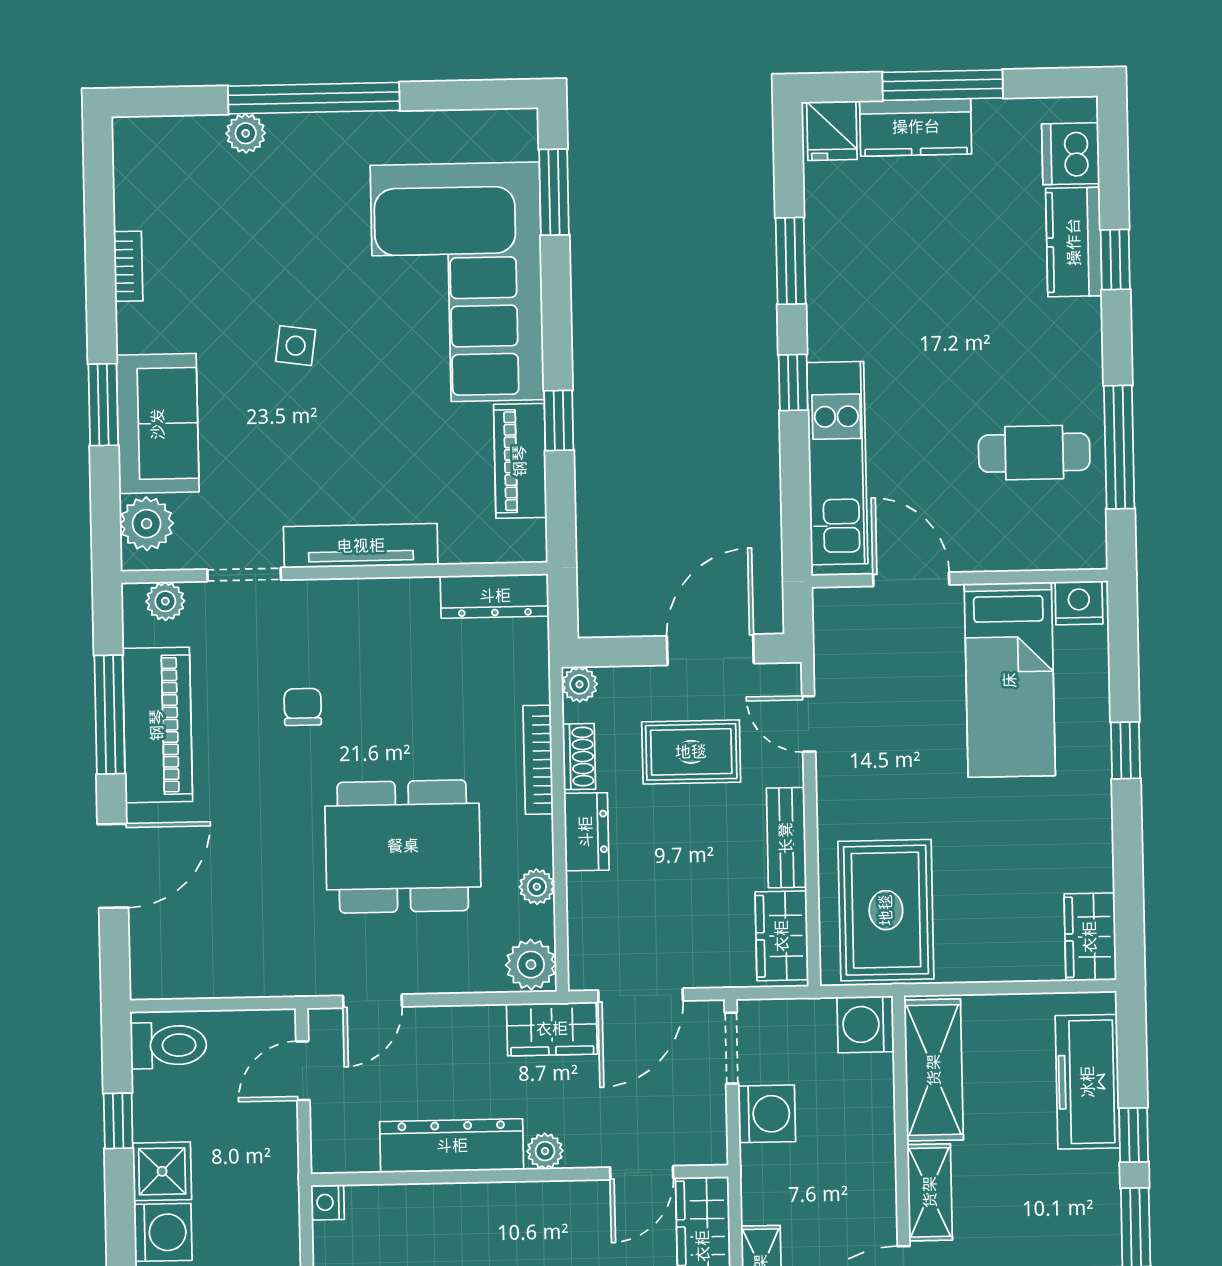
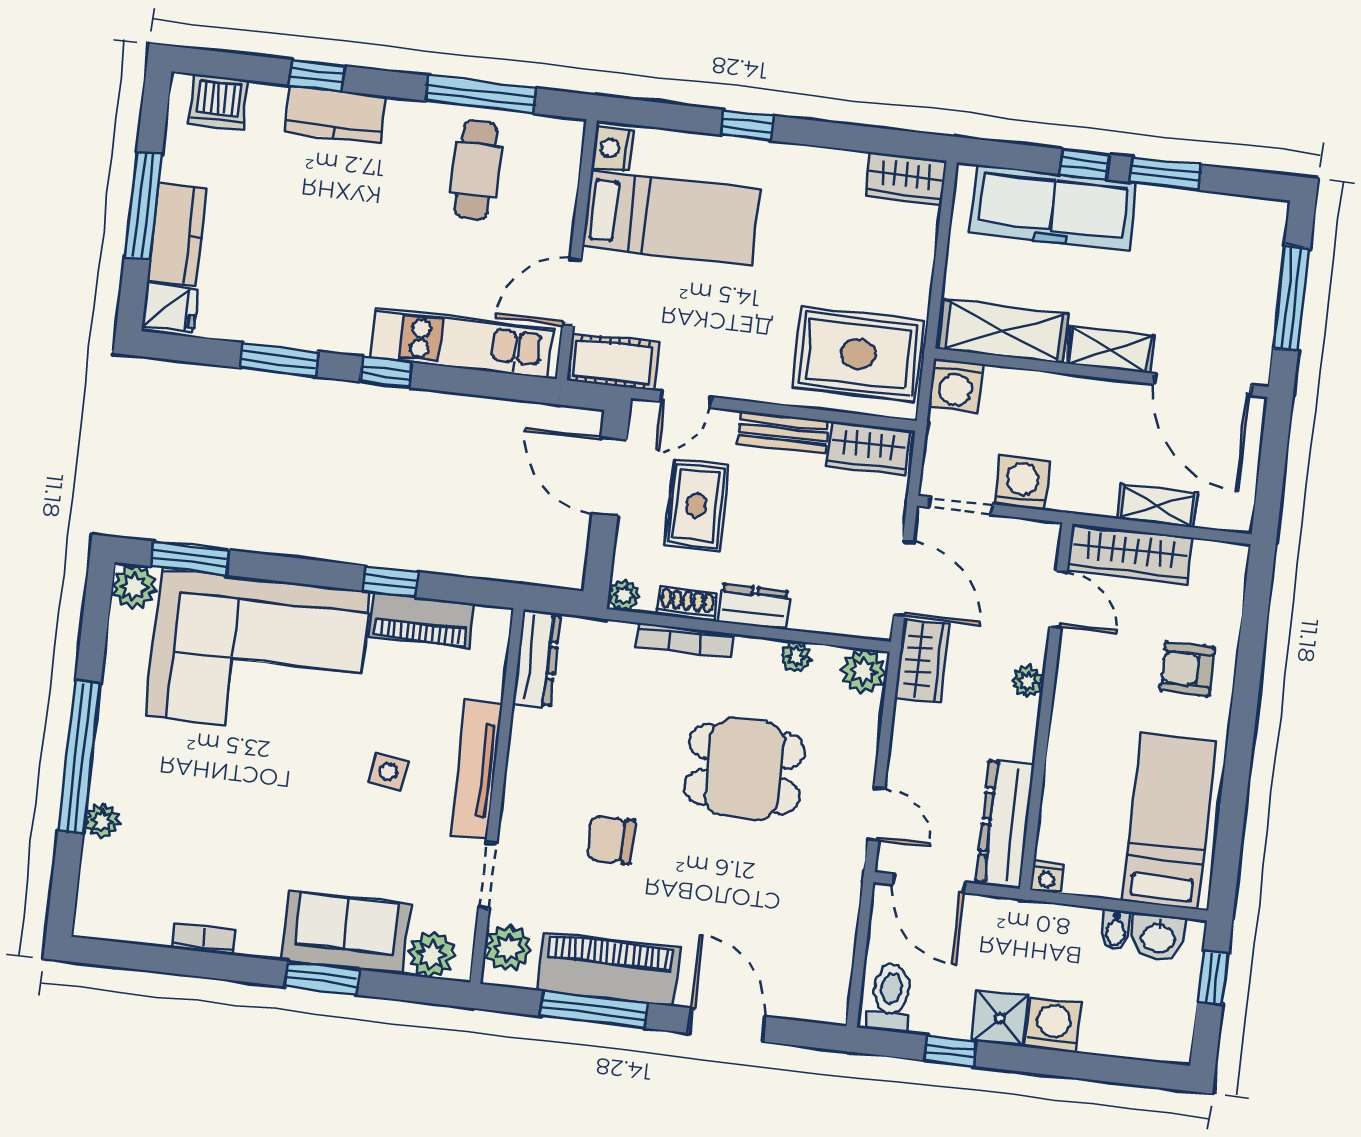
plant: (514, 133) -> (134, 587), added
kitchen counter: (1074, 242) -> (336, 114), moved
side table: (296, 346) -> (388, 772), moved
plant: (165, 601) -> (508, 948), width x1.38, depth x1.38
cot: (840, 636) -> (613, 362), added
chair: (303, 707) -> (611, 840), width x1.37, depth x1.37
dining table: (403, 846) -> (745, 769), width x0.73
door: (303, 1071) -> (929, 883), width x1.38
freezer: (1088, 1082) -> (1053, 208), width x1.36, depth x1.26
dresser: (452, 1146) -> (1005, 824), moved

